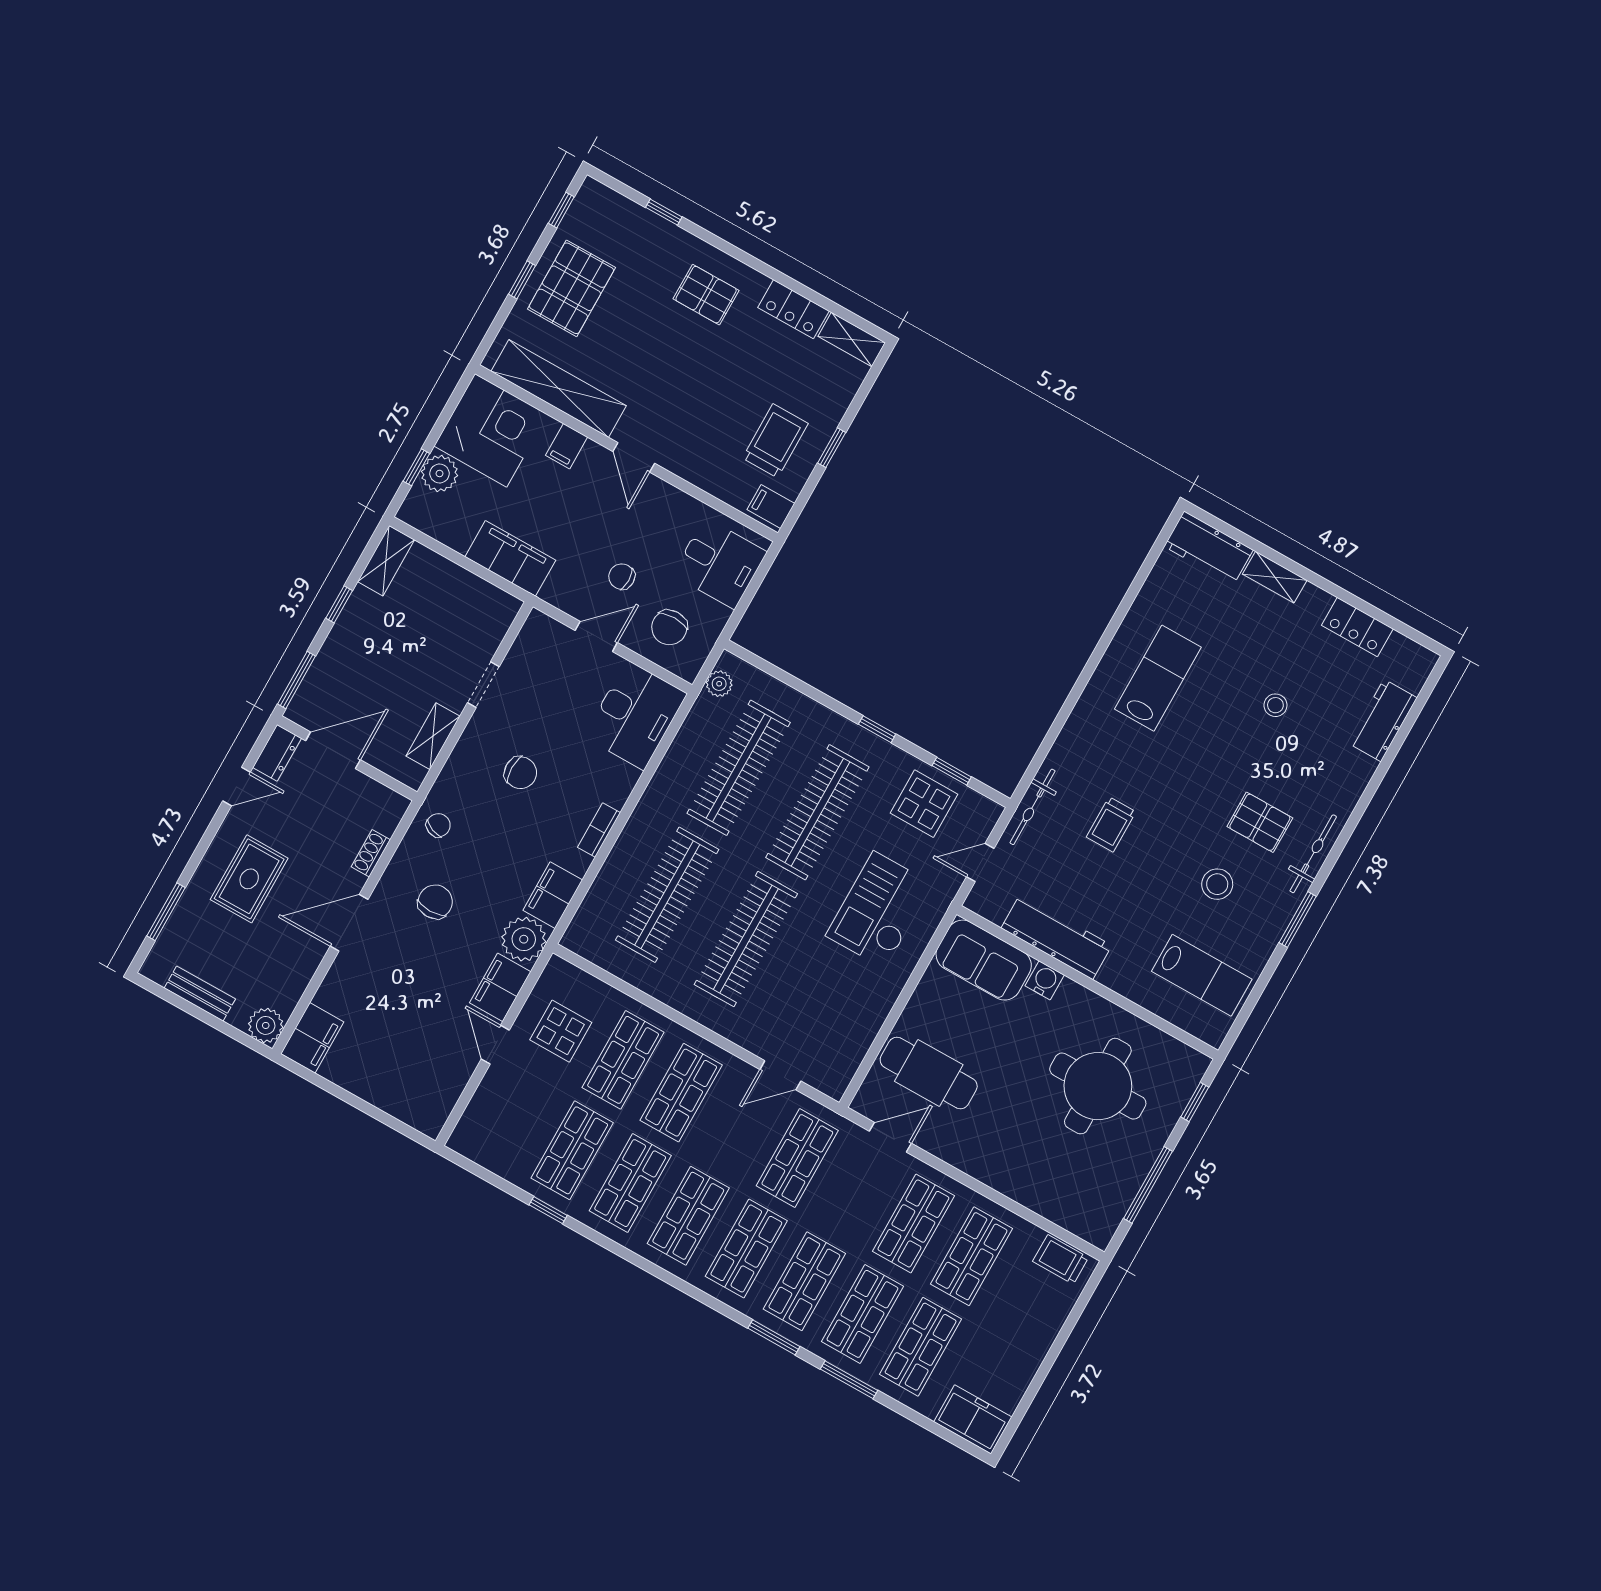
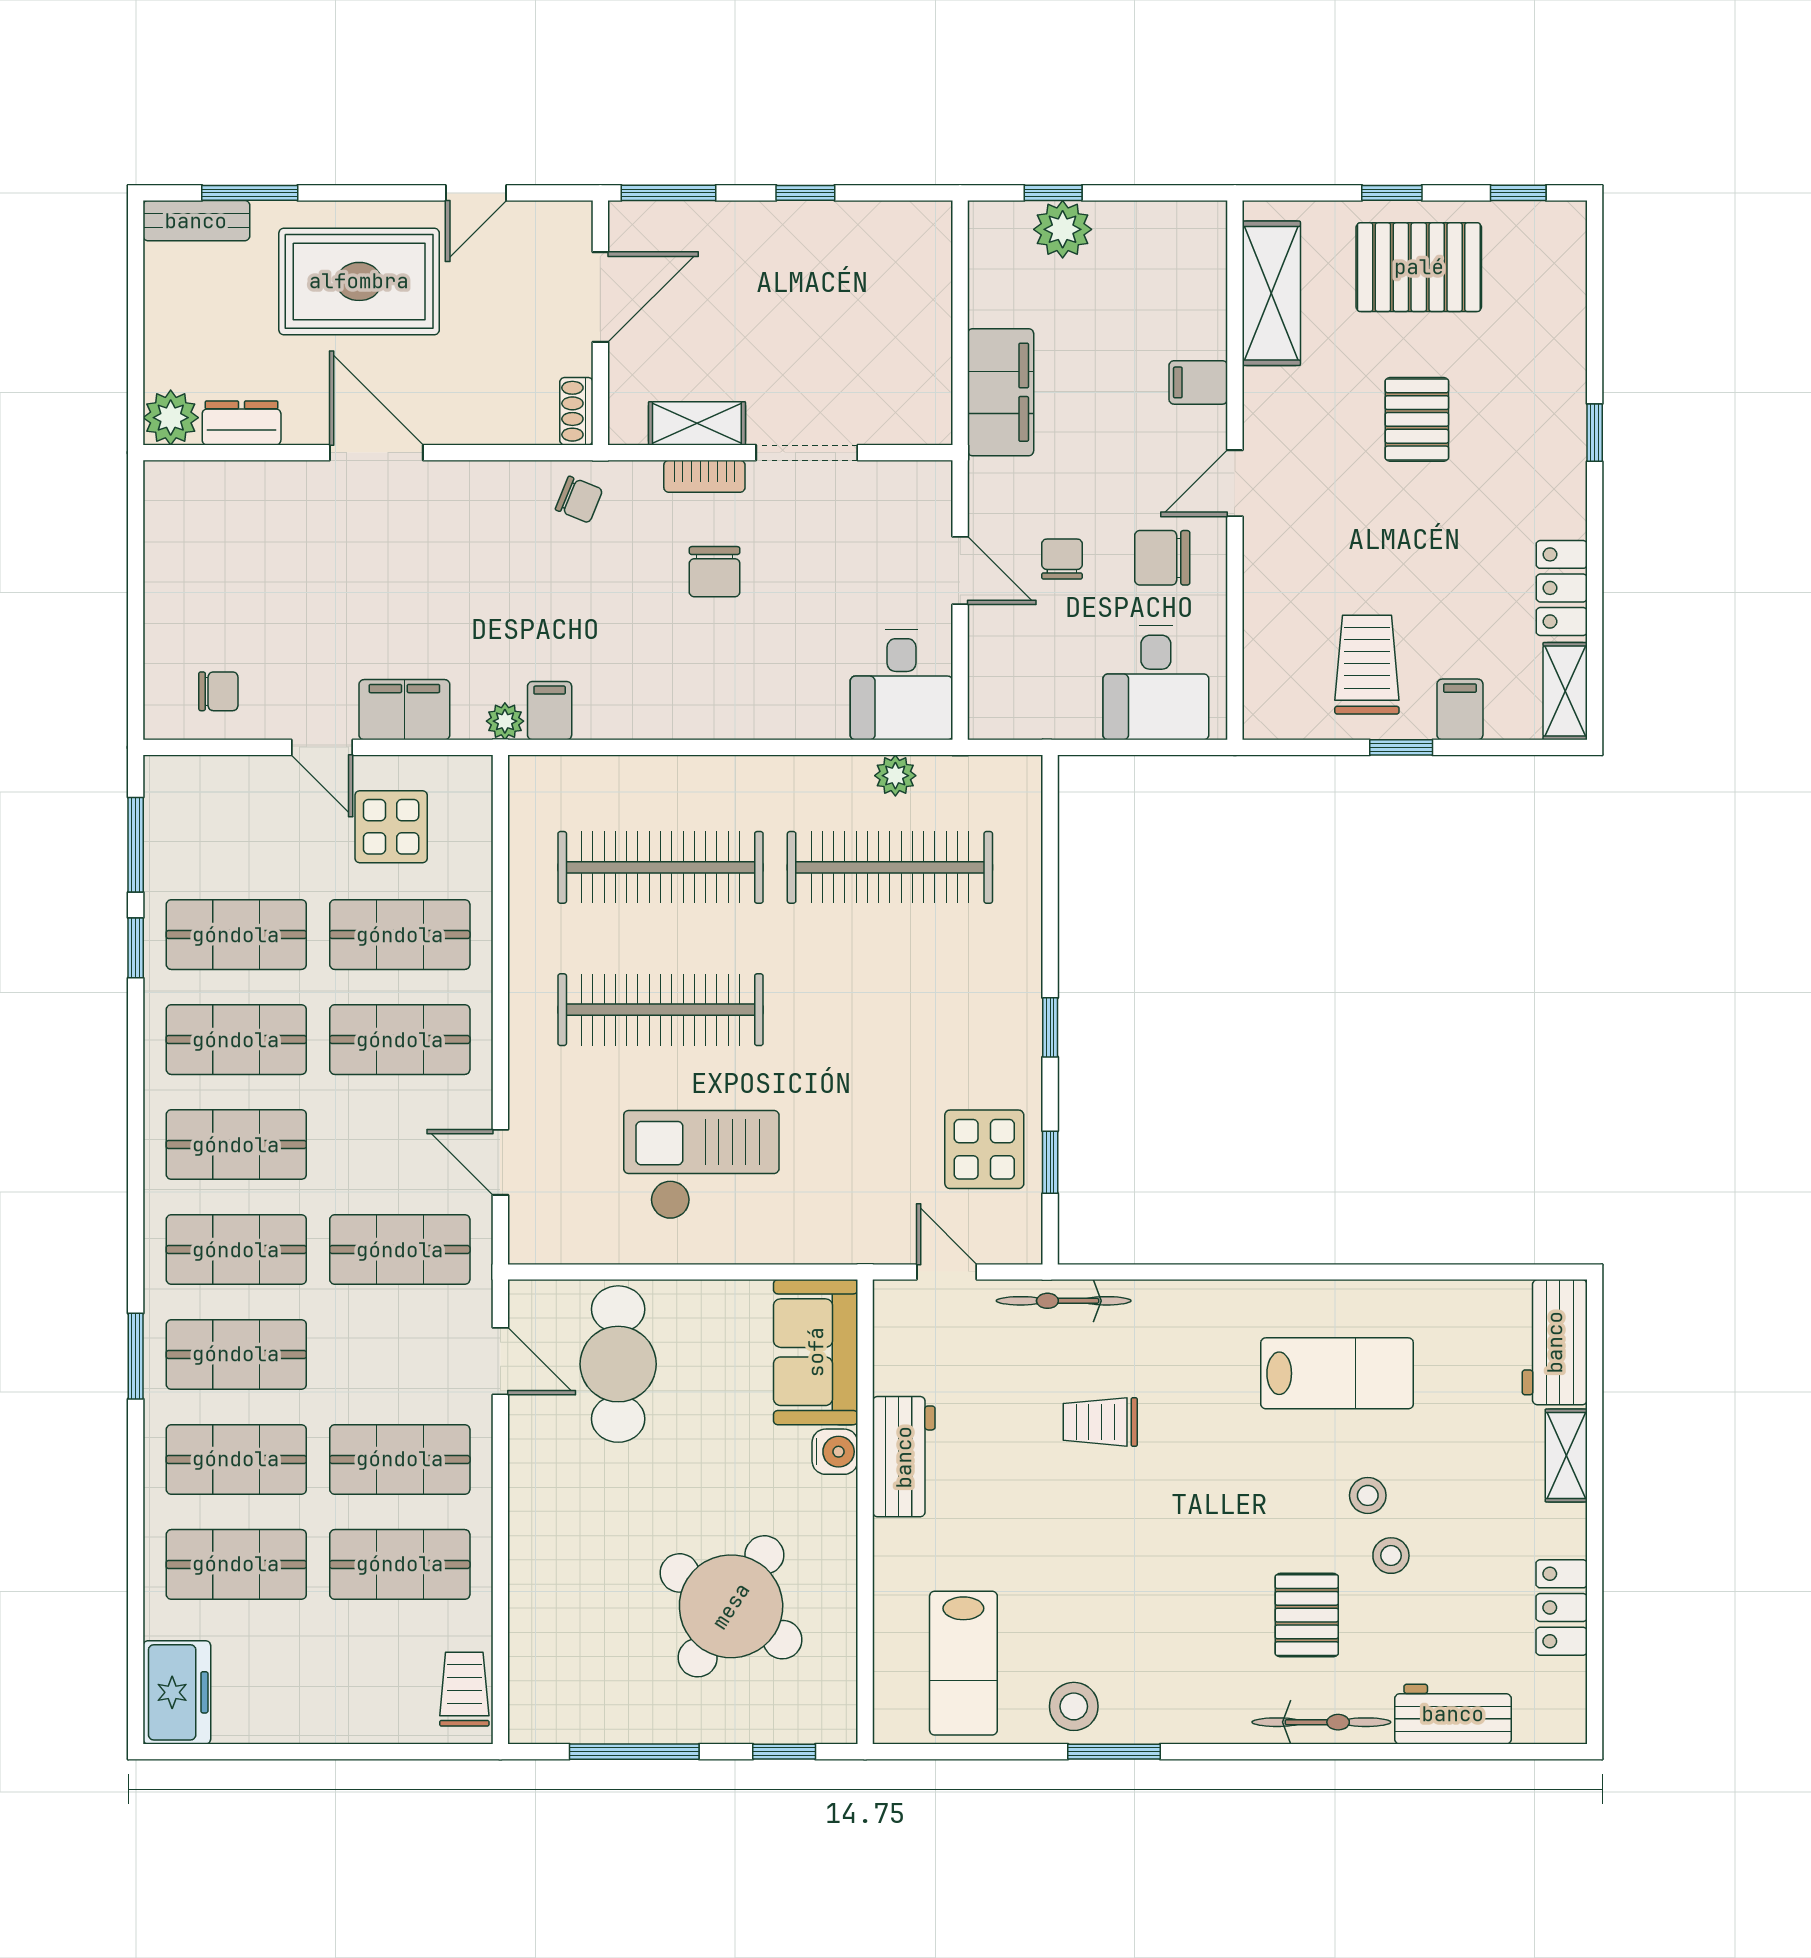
window: (664, 212) -> (1595, 433), moved
pallet: (706, 295) -> (1417, 419), moved
shelving: (559, 388) -> (1271, 293), width x0.68
corner desk: (491, 430) -> (1161, 266), removed
trolley: (775, 441) -> (1367, 665), turned -90
filing cabinet: (771, 506) -> (1460, 709), moved
shelving: (386, 561) -> (902, 223), removed
chair: (669, 627) -> (1162, 558), moved
plant: (719, 684) -> (895, 776), moved
doorway: (483, 685) -> (807, 453), width x1.38
stool: (1235, 699) -> (1368, 1495), added
desk: (635, 715) -> (902, 685), width x0.73
door: (333, 750) -> (600, 297), hinge flipped
dresser: (277, 753) -> (242, 423), moved, turned 180
door: (237, 787) -> (476, 193), hinge flipped
clothes rail: (817, 812) -> (890, 1010), removed
pallet: (1260, 822) -> (1307, 1615), moved
bookcase: (599, 830) -> (704, 476), moved, turned 180
shoe rack: (371, 853) -> (576, 411), moved, turned -90
bicycle: (1313, 854) -> (1321, 1722), moved
rug: (249, 879) -> (359, 281), width x1.36, depth x1.43
stool: (1217, 884) -> (1074, 1706), moved
filing cabinet: (553, 895) -> (550, 711), width x0.50
chair: (435, 902) -> (218, 691), moved, width x0.73, depth x0.73
checkout: (879, 910) -> (701, 1165), moved
workbench: (1056, 937) -> (904, 1457), width x0.73
plant: (524, 939) -> (505, 721), width x0.53, depth x0.53
bench: (200, 994) -> (196, 221), moved, turned 90
filing cabinet: (312, 1038) -> (190, 491), removed
door: (495, 1045) -> (322, 747), swing flipped
round table: (1098, 1086) -> (731, 1606), turned 33
window: (849, 1380) -> (136, 845), moved

